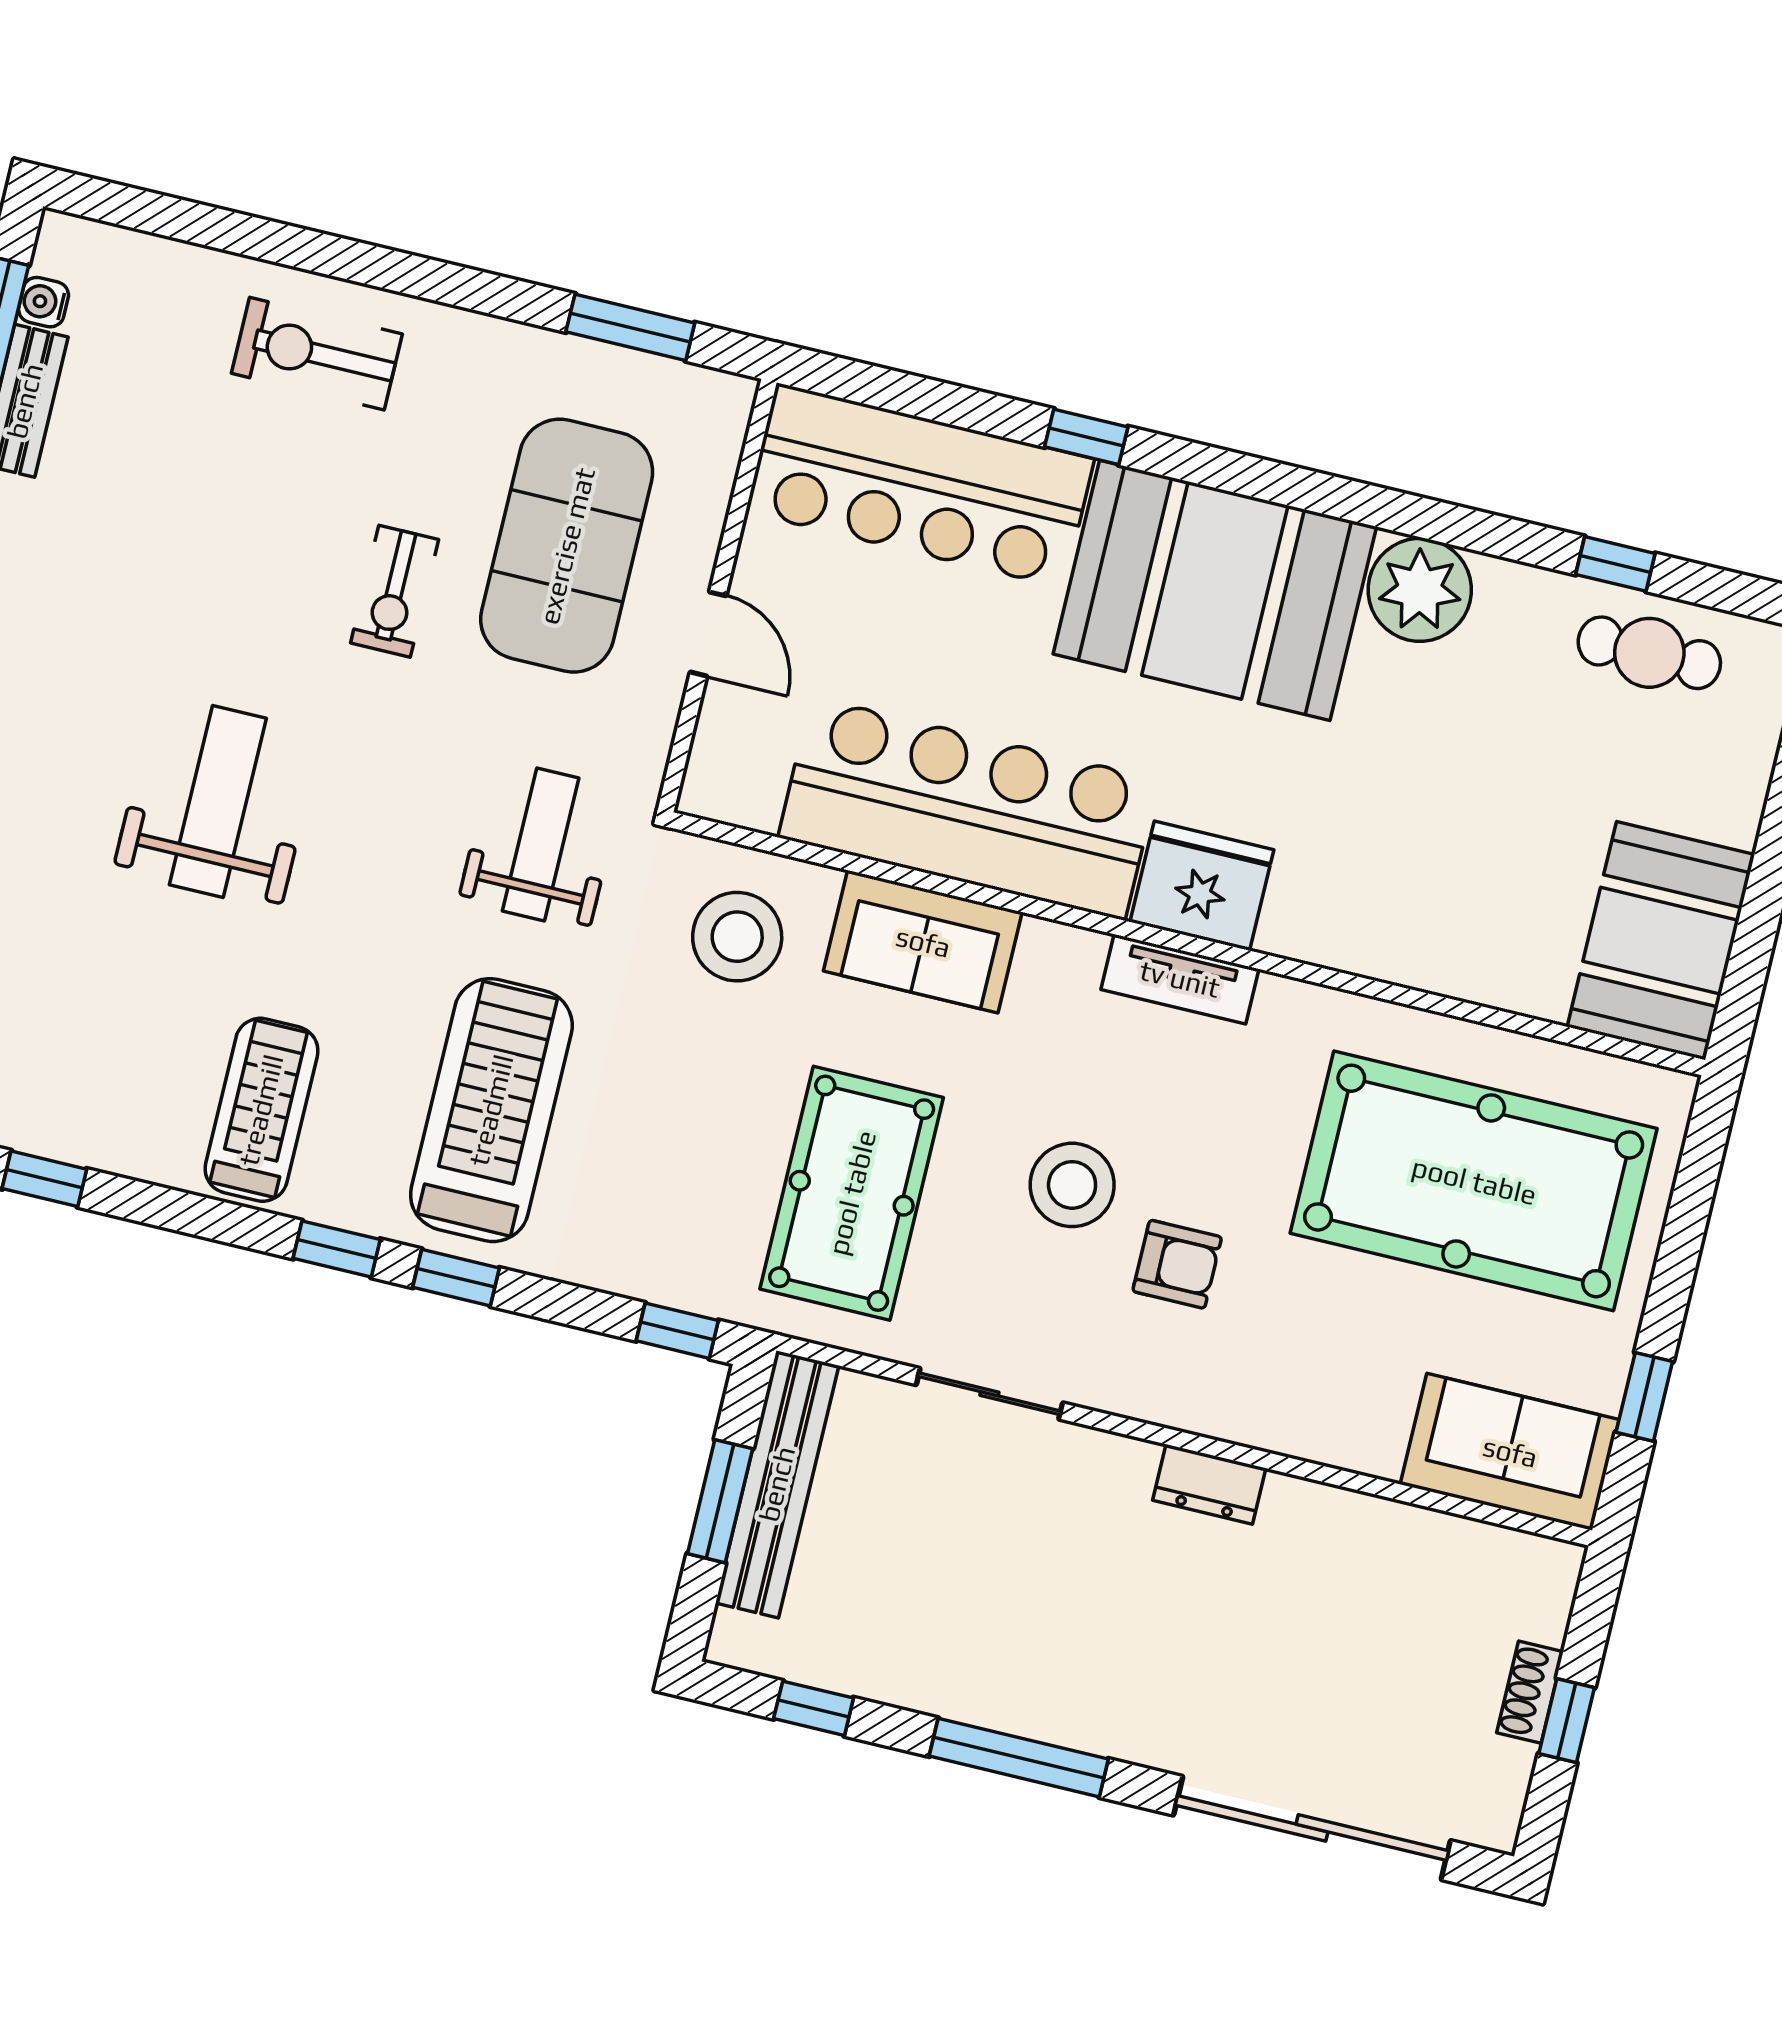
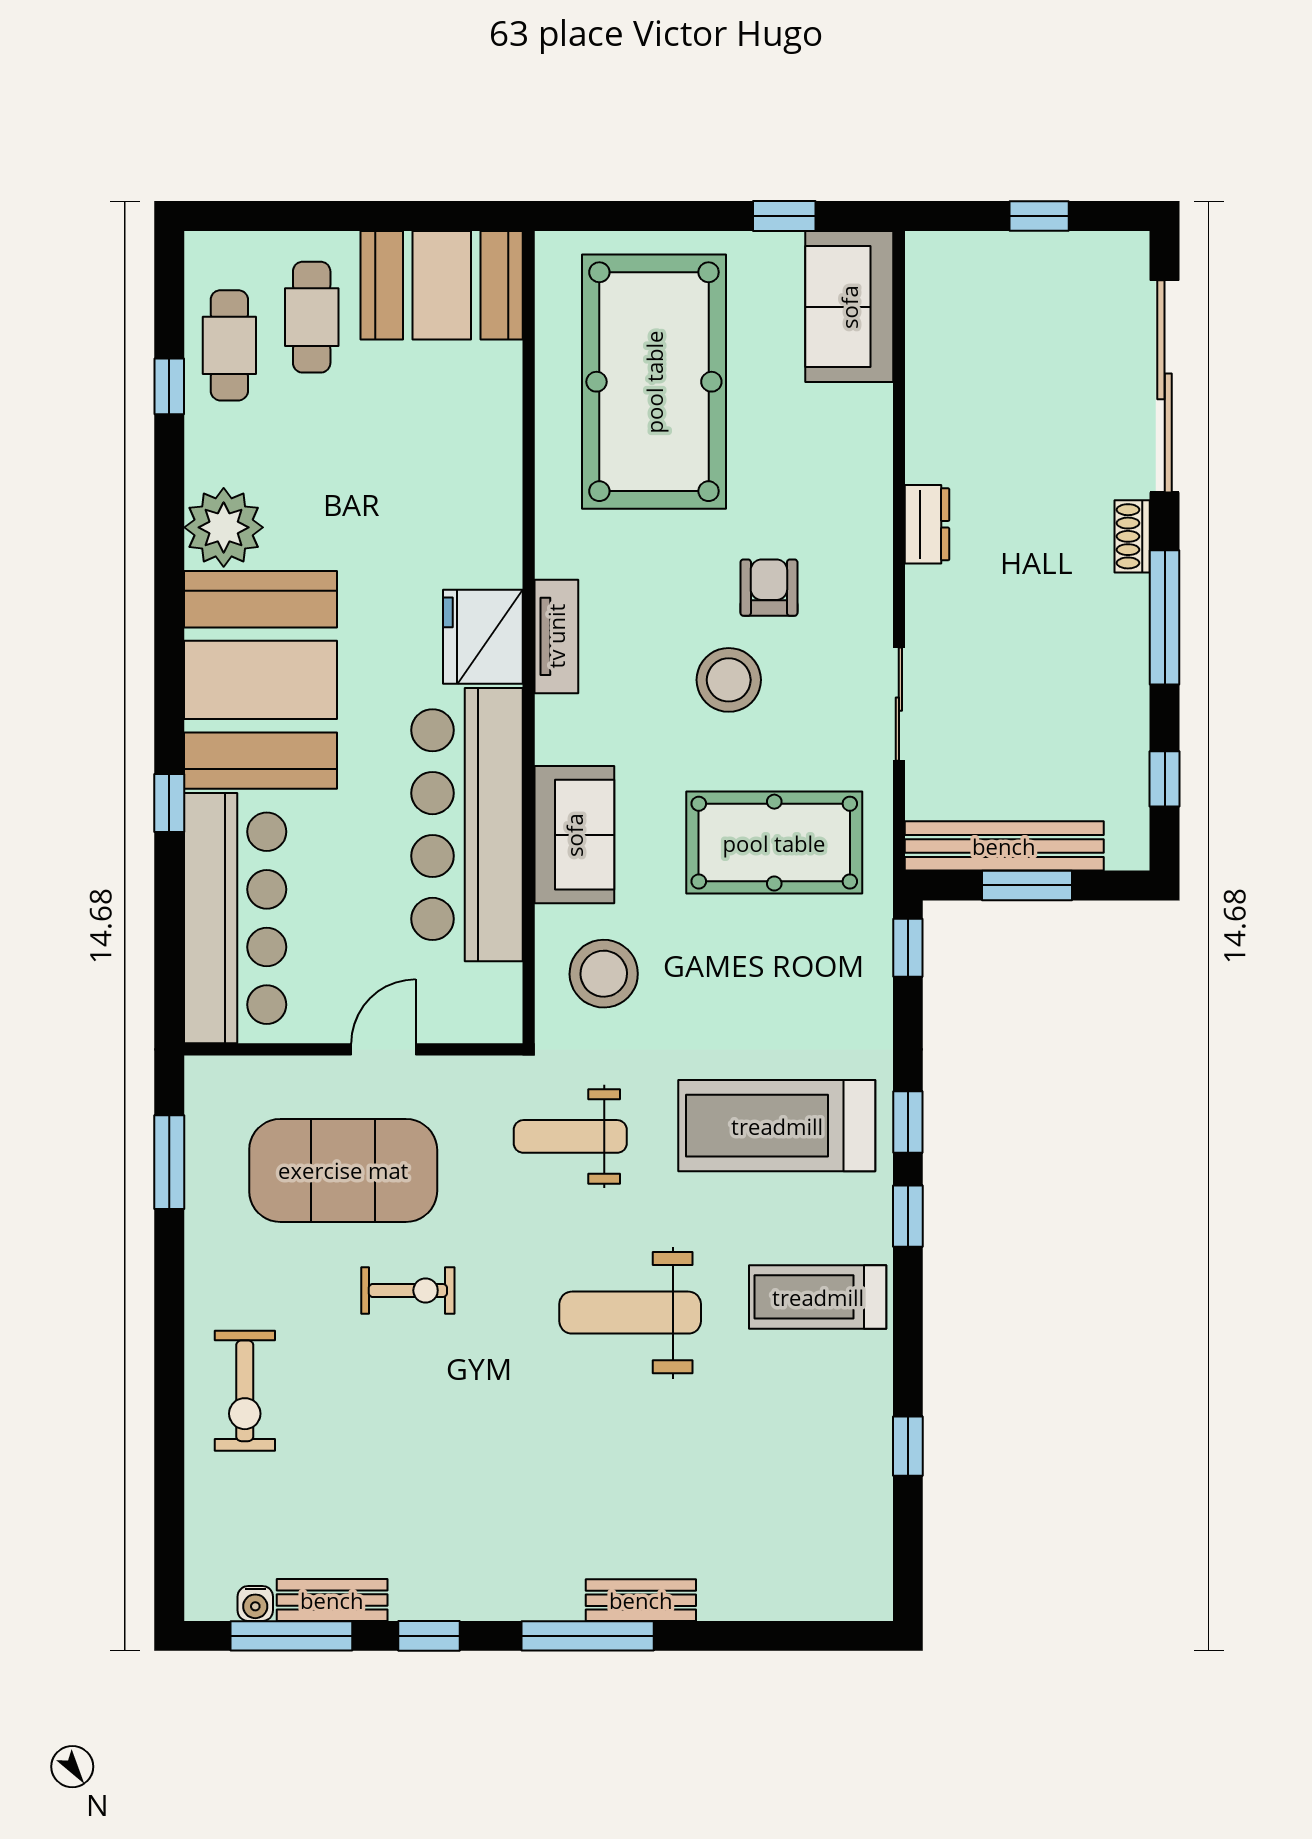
cafe table: (1660, 766) -> (312, 317), added
weight bench: (218, 801) -> (630, 1313), moved
shoe rack: (1530, 1692) -> (1132, 536), moved, turned 90

